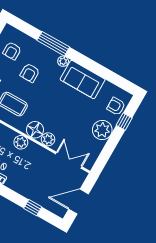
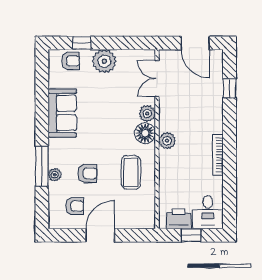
plant: (63, 61) -> (55, 175), moved
armchair: (116, 106) -> (71, 61), turned -90

